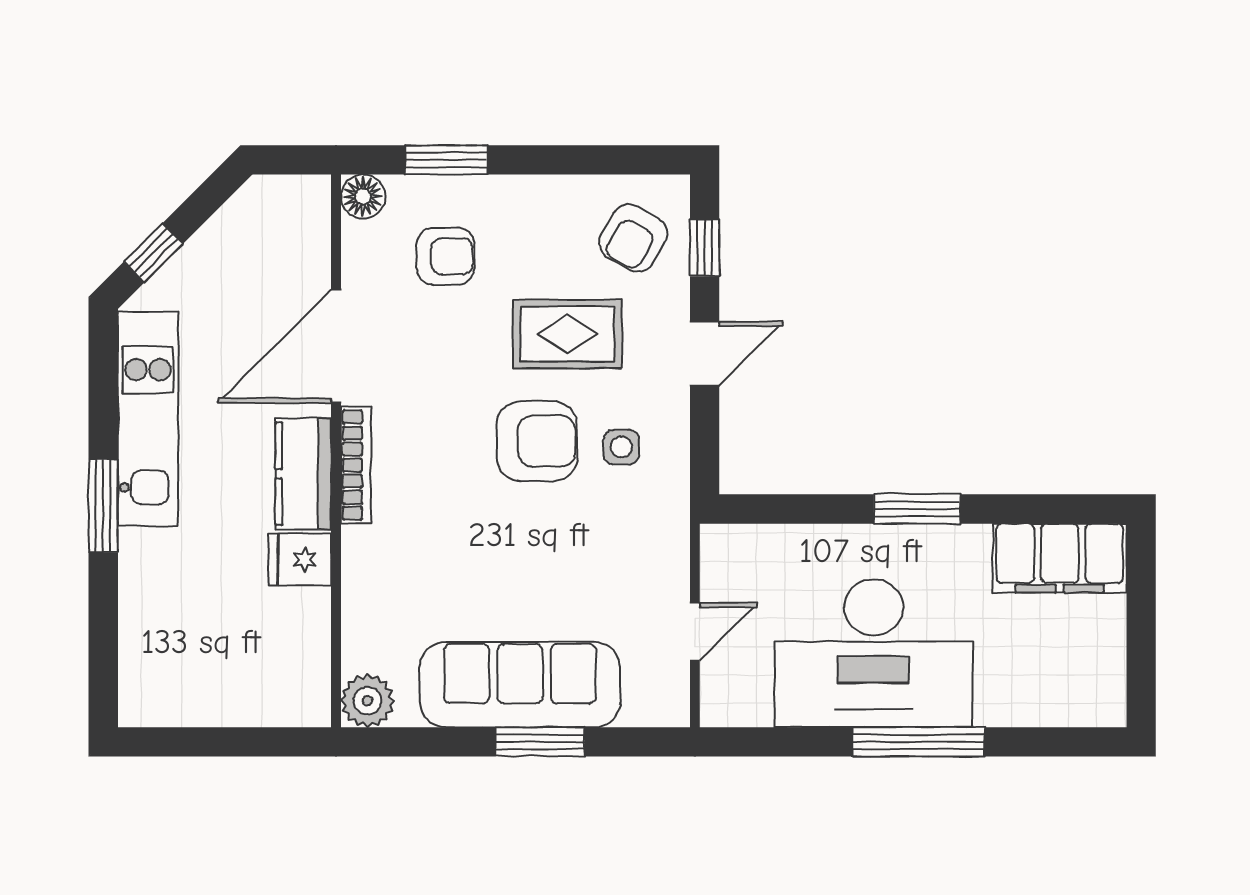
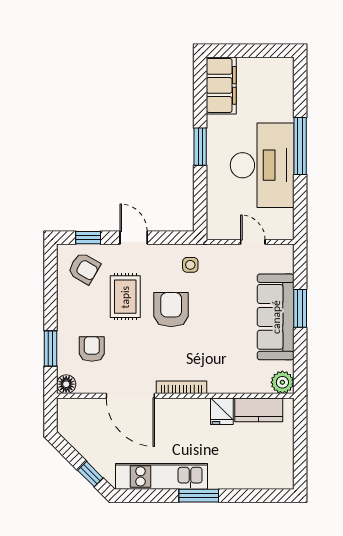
side table: (621, 447) -> (190, 265), moved
kitchen counter: (303, 474) -> (259, 410), moved

